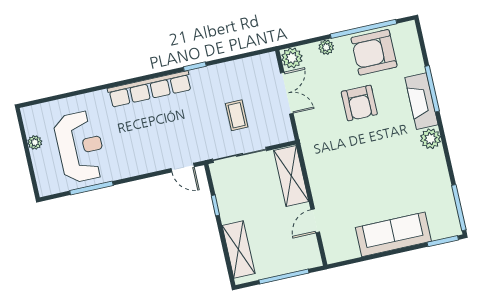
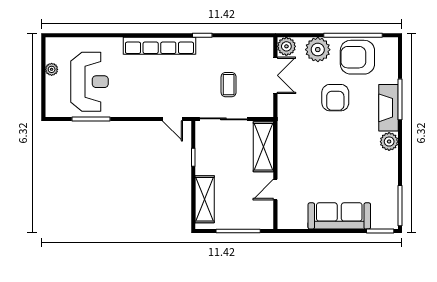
plant: (326, 47) -> (318, 50), width x1.87, depth x1.87

